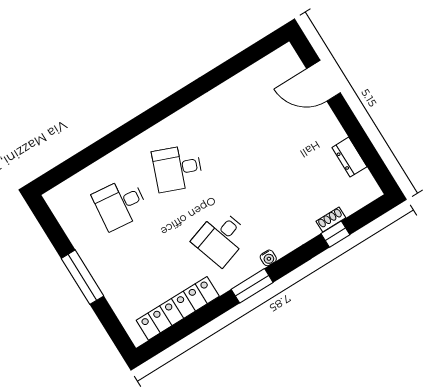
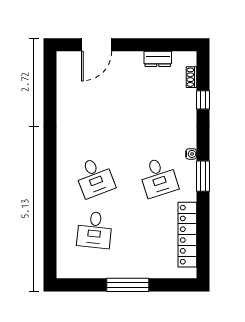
desk: (178, 168) -> (95, 177), turned -42
shoe rack: (331, 219) -> (191, 77), moved

